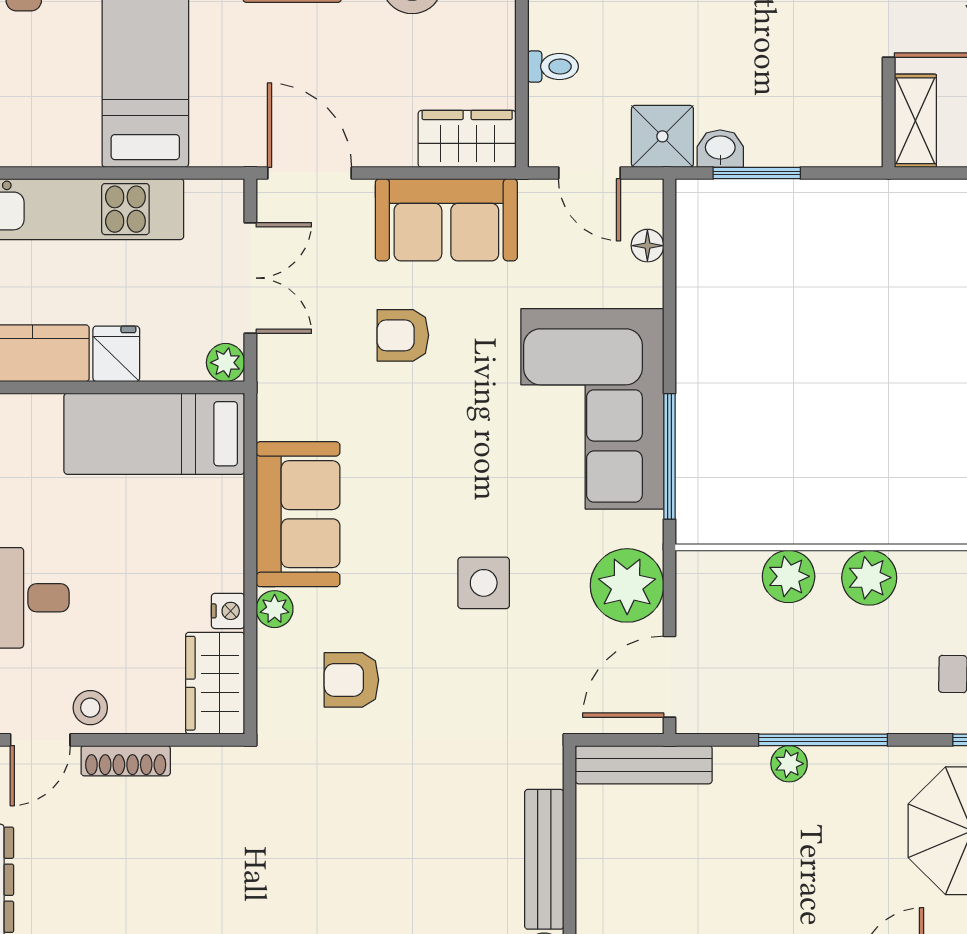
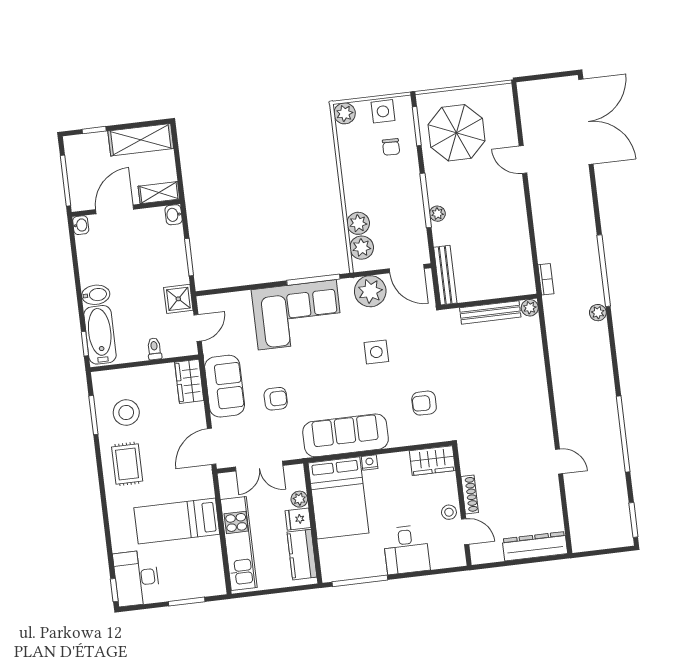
washbasin: (720, 149) -> (174, 215), moved
floor lamp: (647, 246) -> (225, 300), removed
double door: (250, 278) -> (259, 466), swing flipped
armchair: (403, 335) -> (276, 399), turned -90
plant: (226, 363) -> (299, 499), moved
bed: (154, 434) -> (338, 498), width x1.50
sofa: (298, 514) -> (346, 435), width x1.36
plant: (869, 578) -> (362, 248), moved
plant: (275, 609) -> (398, 439), removed
nightstand: (228, 611) -> (370, 463), moved
armchair: (351, 680) -> (424, 403), turned 90

